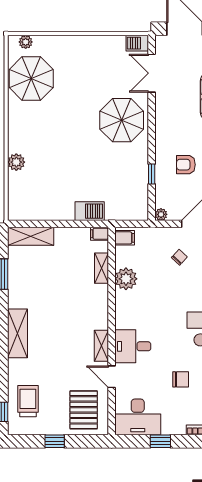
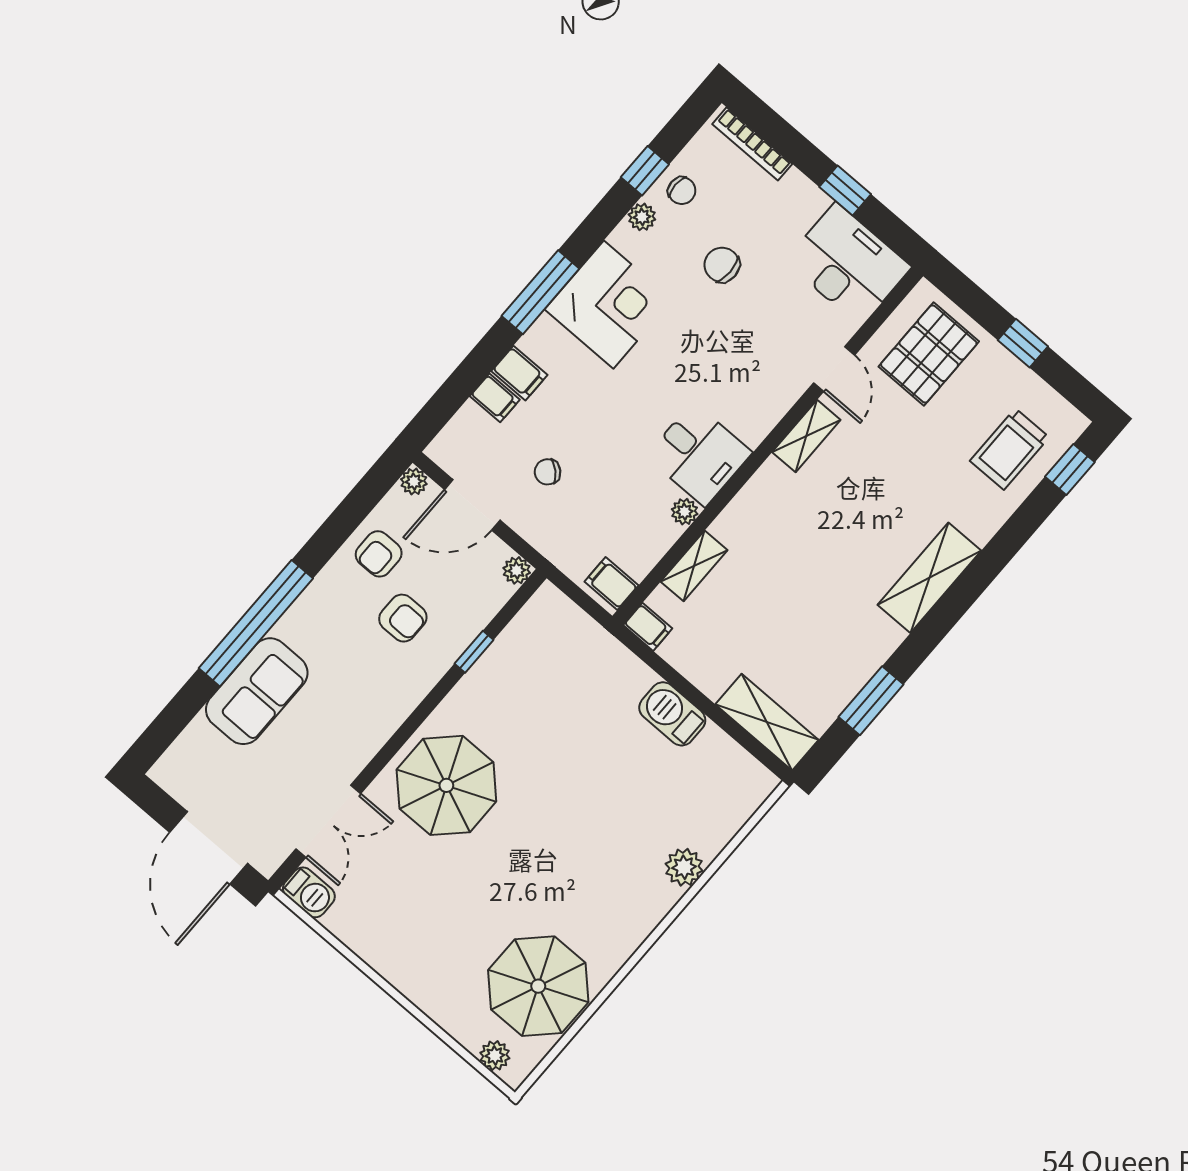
barbecue: (90, 211) -> (672, 714), moved
plant: (126, 279) -> (685, 512), width x0.53, depth x0.53
desk: (133, 346) -> (699, 454), moved

